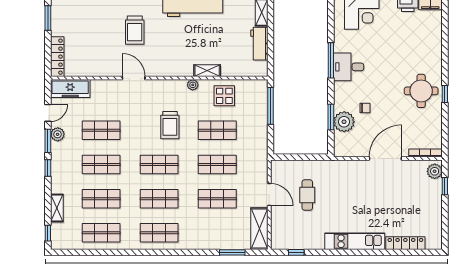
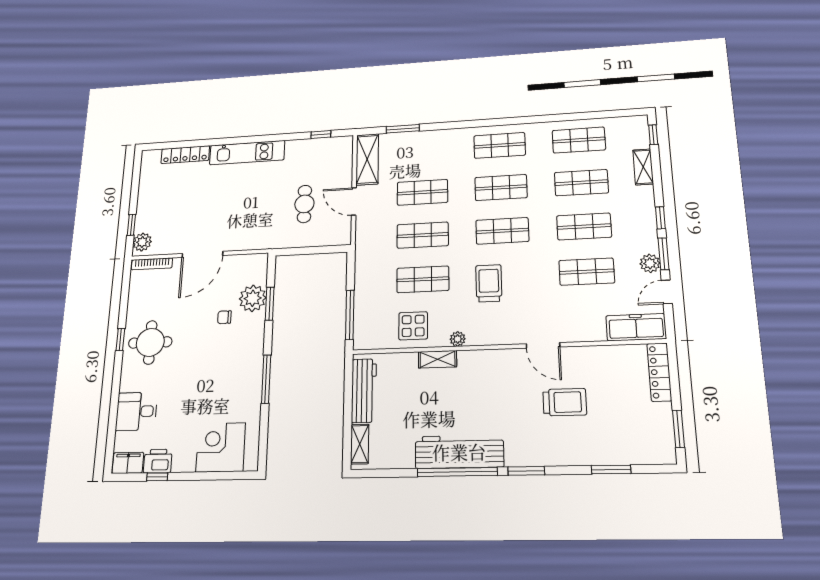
trolley: (135, 30) -> (565, 402), moved, turned 90
workbench: (259, 44) -> (364, 391), width x1.38
desk: (349, 67) -> (136, 411), moved, turned 180

